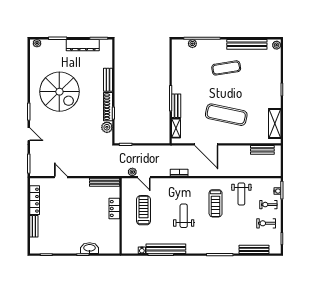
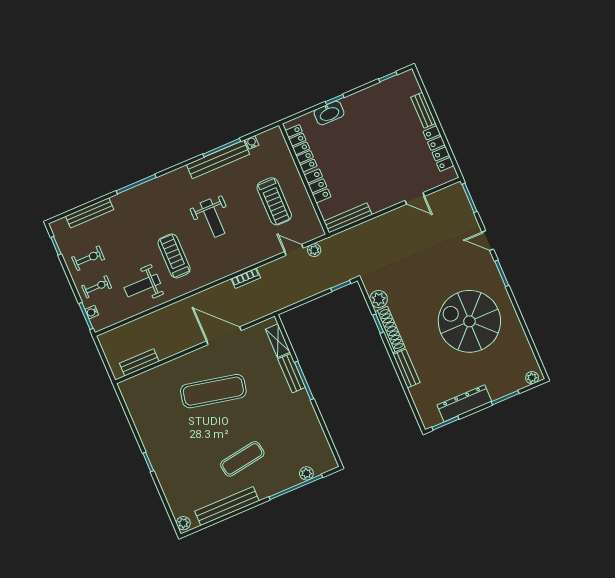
shelving: (275, 123) -> (138, 408), removed
weight bench: (241, 194) -> (142, 286), turned -90
locker: (115, 234) -> (301, 148), added

